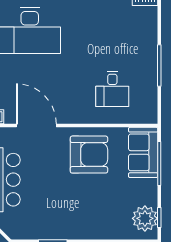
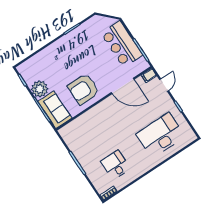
desk: (112, 89) -> (115, 165), moved
plant: (145, 218) -> (40, 89), moved

